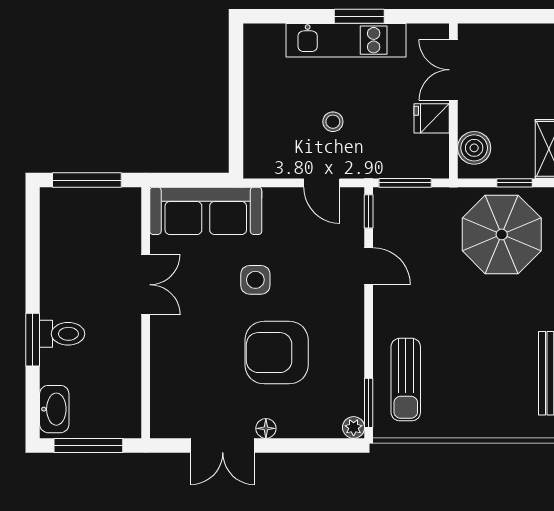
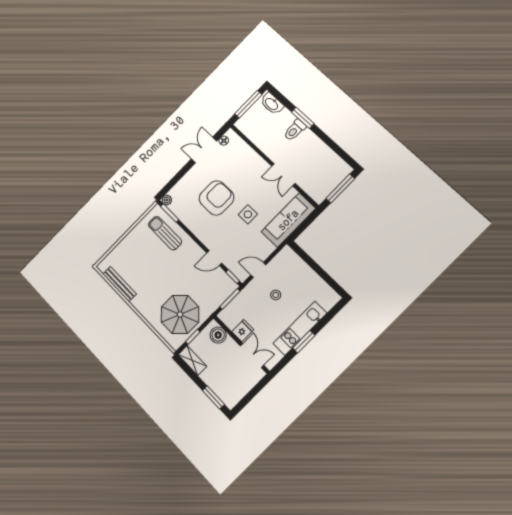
floor lamp: (266, 428) -> (224, 141), moved

